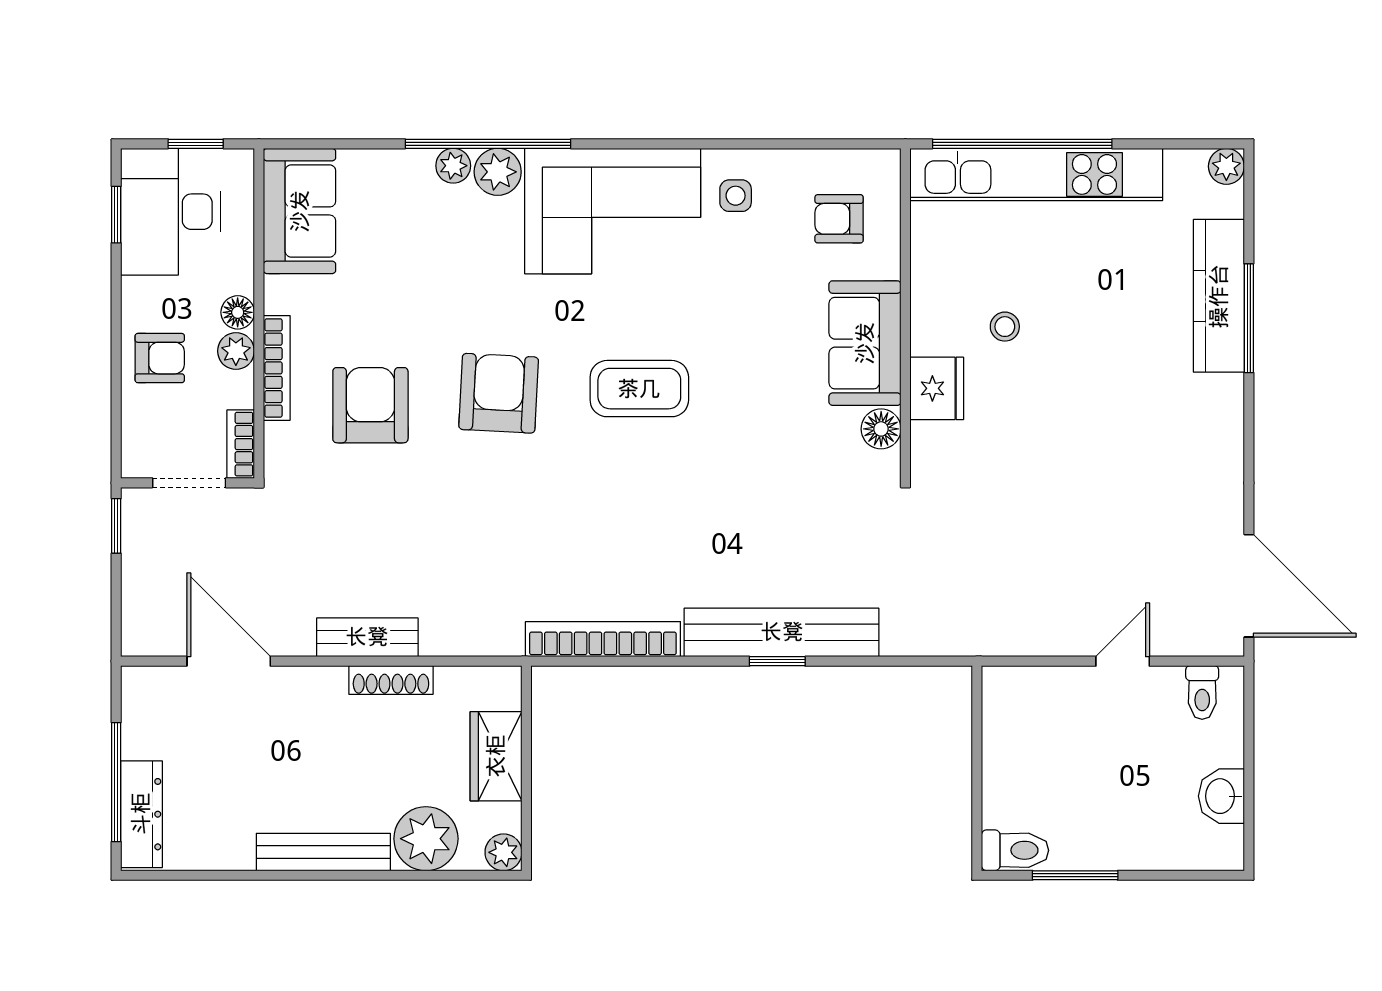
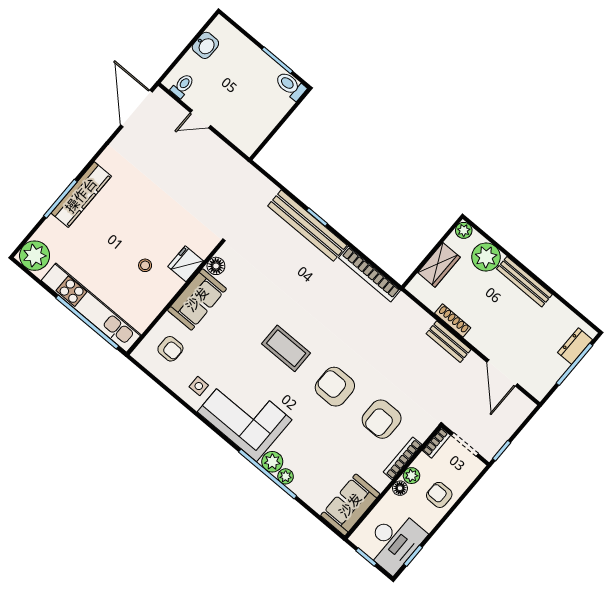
plant: (1226, 166) -> (35, 256), width x1.87, depth x1.87
kitchen counter: (1219, 296) -> (81, 195), moved
armchair: (499, 393) -> (335, 387), turned 87
dresser: (141, 814) -> (575, 346), width x0.70

